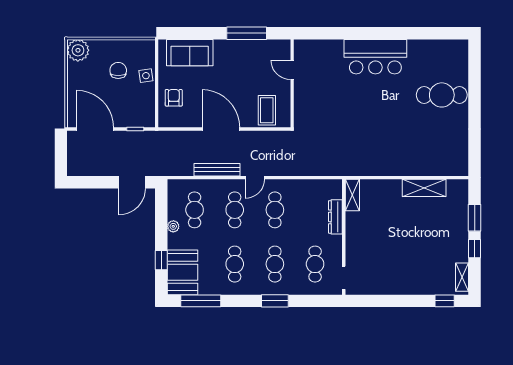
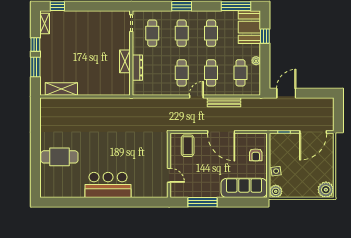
plant: (146, 48) -> (276, 191), added
sofa: (190, 53) -> (244, 188), width x1.36
chair: (118, 70) -> (296, 175), removed
door: (95, 129) -> (313, 132), hinge flipped
shelving: (424, 188) -> (61, 89), moved
shelving: (352, 195) -> (125, 61), moved

